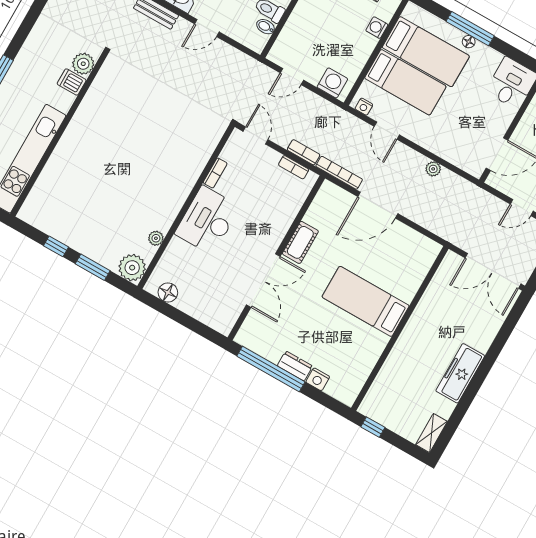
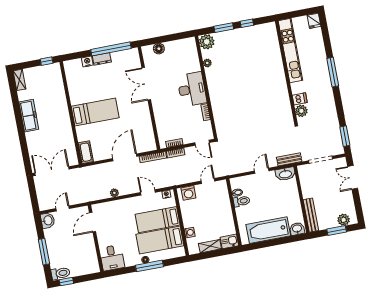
cot: (300, 242) -> (86, 152), moved
floor lamp: (168, 292) -> (159, 49), moved

